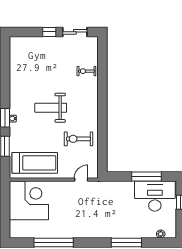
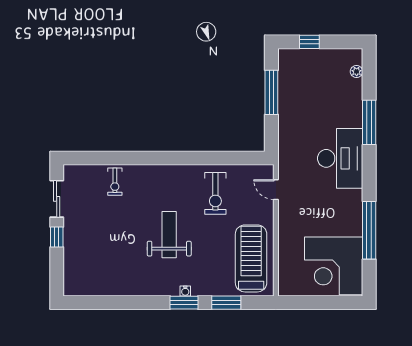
weight bench: (51, 108) -> (169, 235), turned 180
desk: (155, 196) -> (340, 158), moved, turned 180
corner desk: (29, 200) -> (334, 266), moved, turned -90

